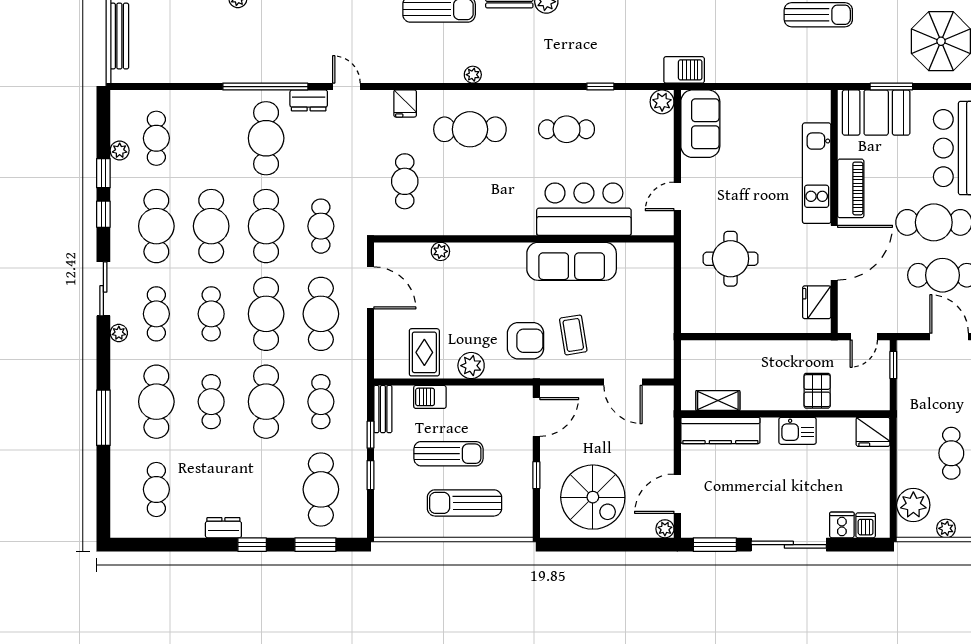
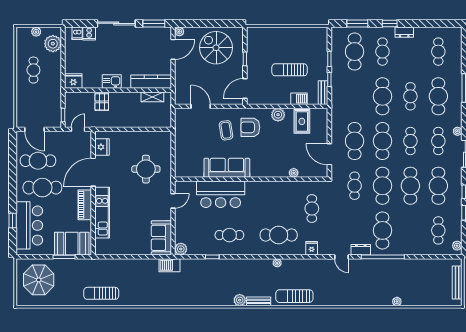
plant: (120, 150) -> (457, 246), moved
cafe table: (321, 402) -> (382, 52), moved
sun lounger: (464, 503) -> (281, 45), removed

